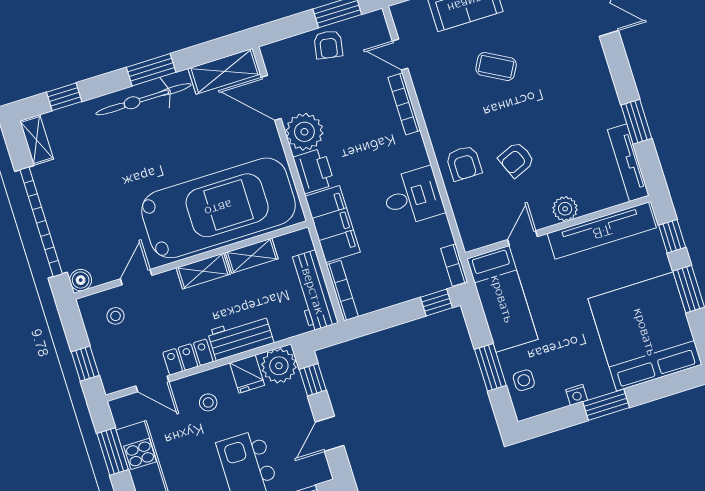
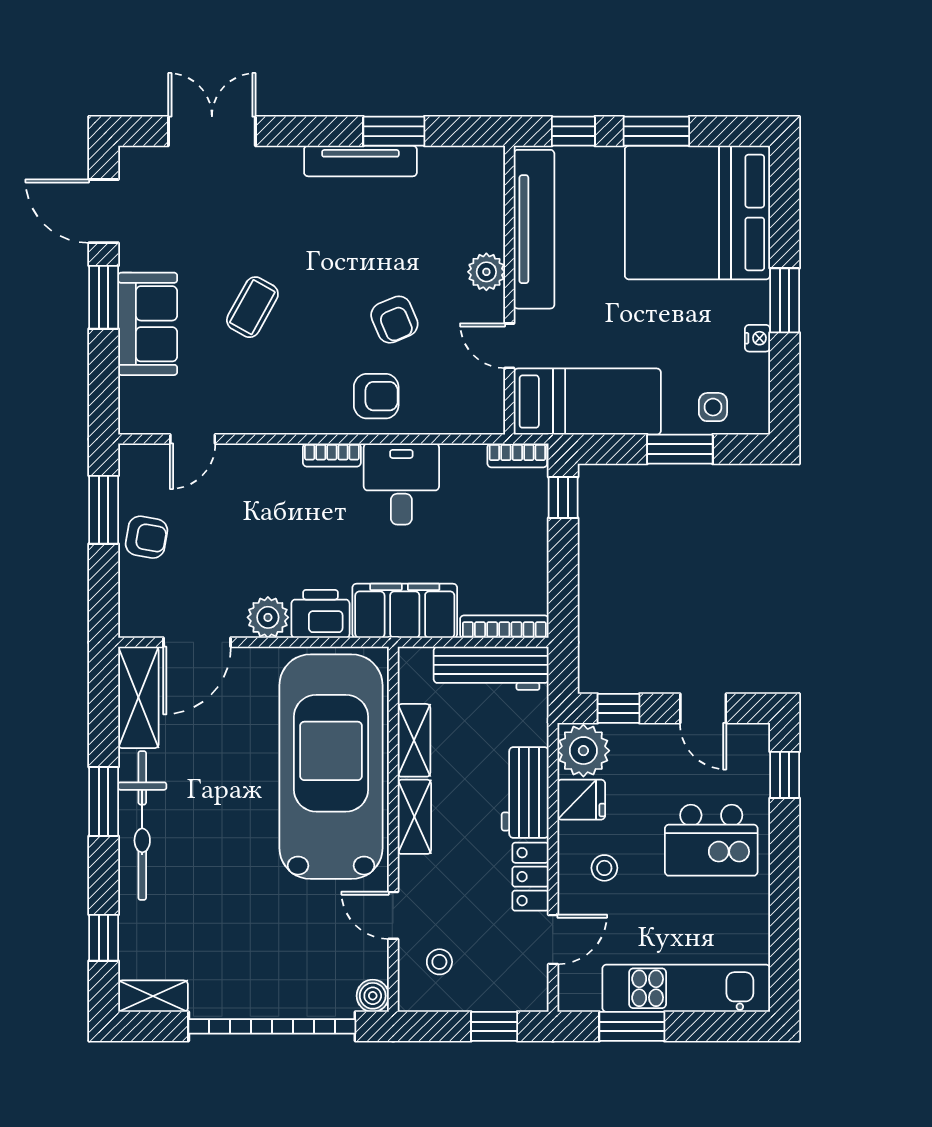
bookcase: (404, 104) -> (332, 455), moved, width x0.64
plant: (304, 132) -> (268, 617), width x0.73, depth x0.73
tv unit: (628, 163) -> (360, 161), moved

